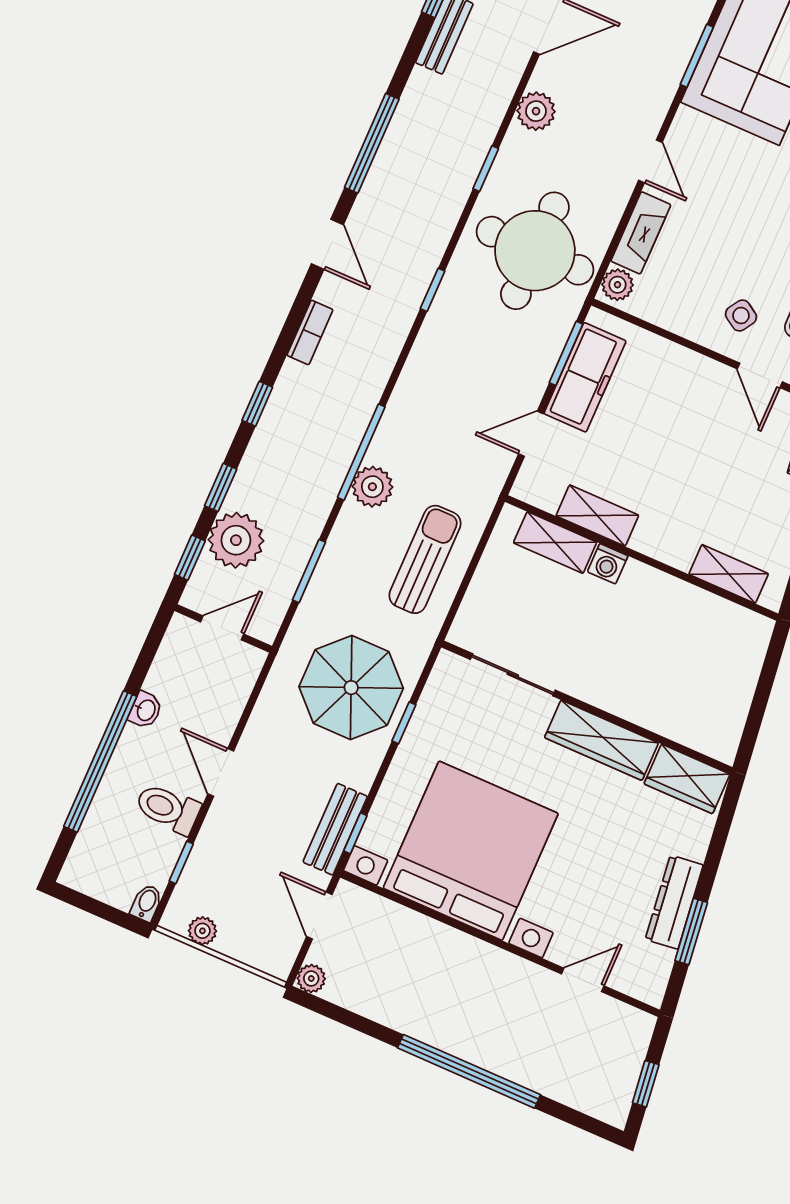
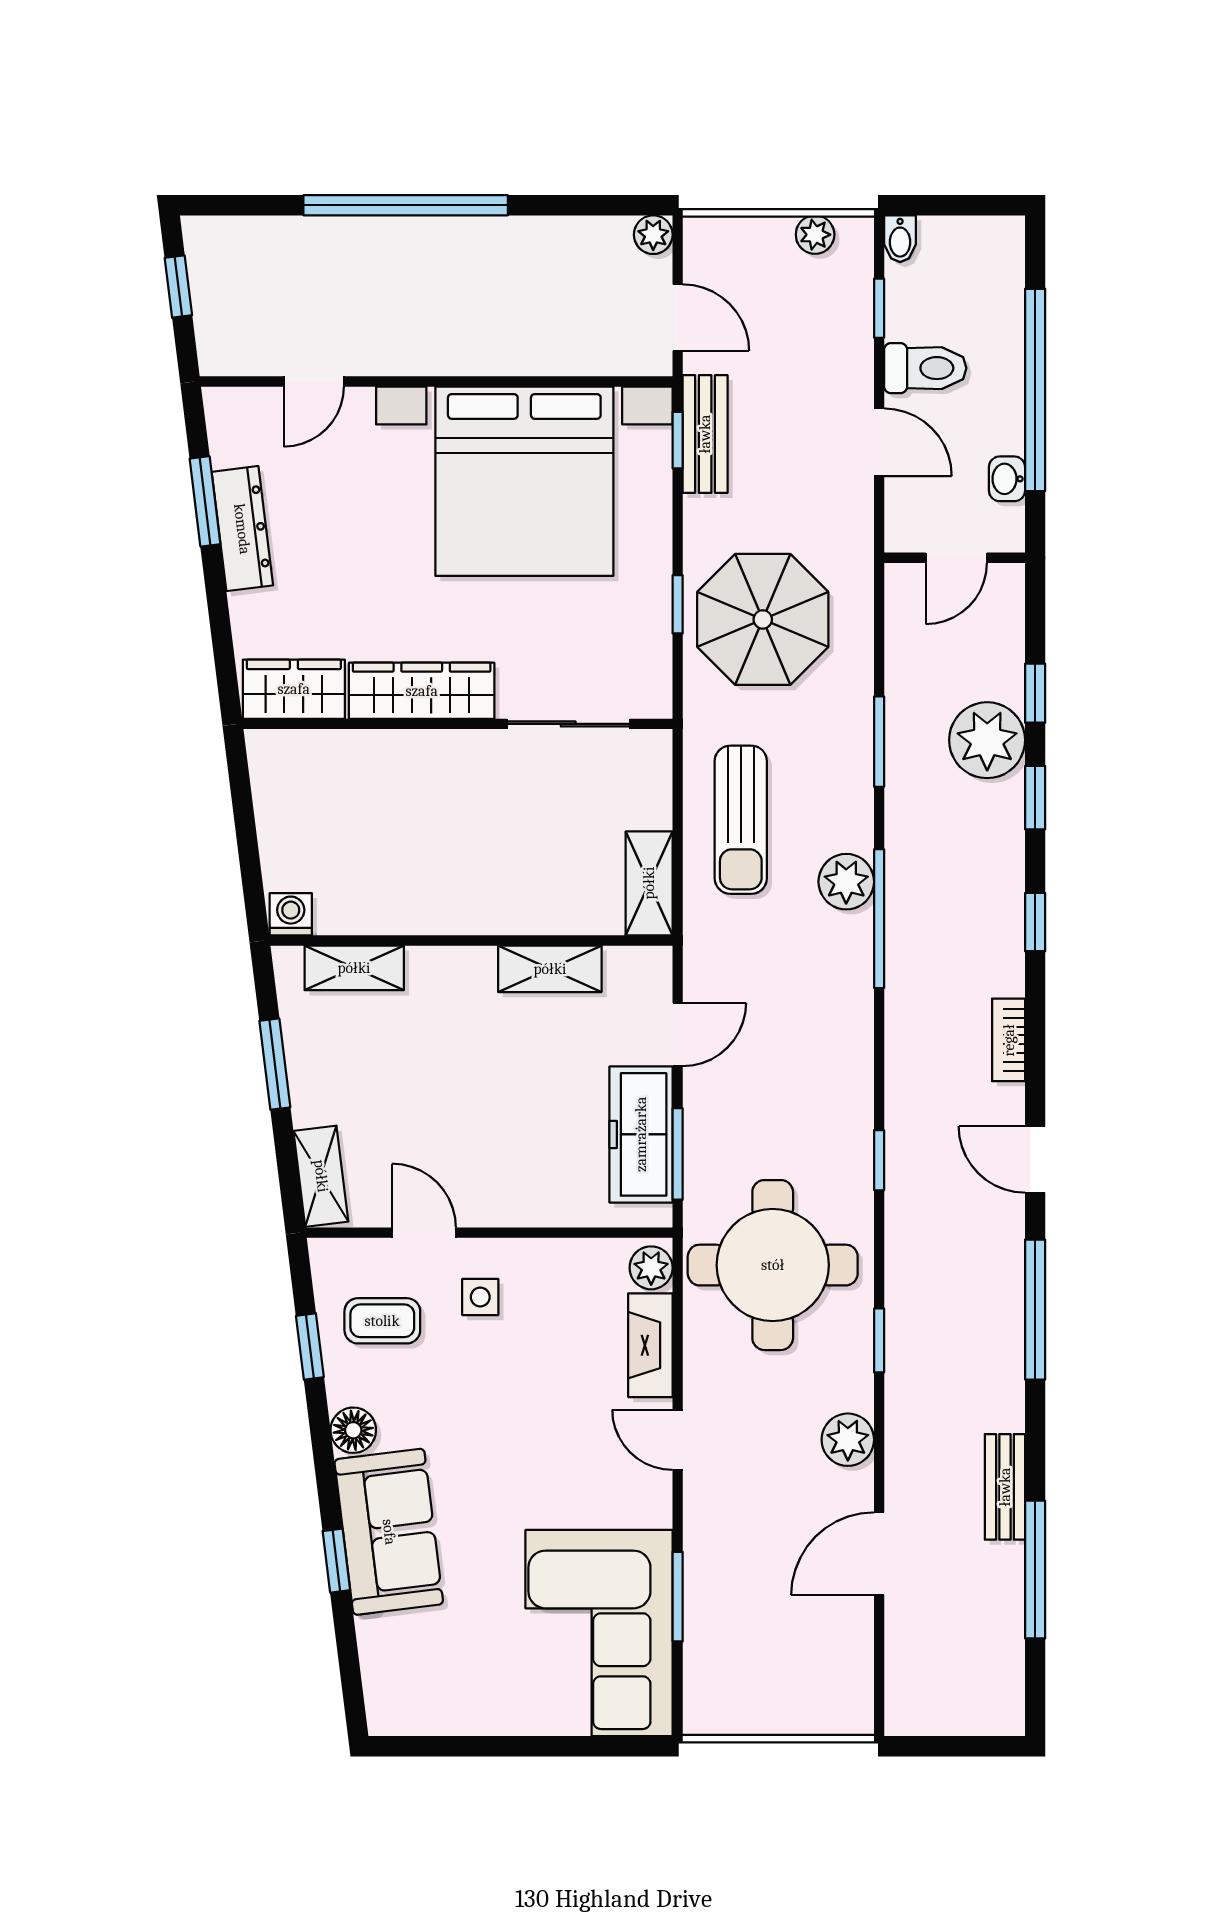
side table: (741, 315) -> (480, 1297), turned -33
shelving: (555, 543) -> (649, 883), moved, turned 90
washing machine: (608, 564) -> (291, 914), moved
door: (222, 628) -> (956, 558), moved
wall: (223, 628) -> (955, 558), moved

